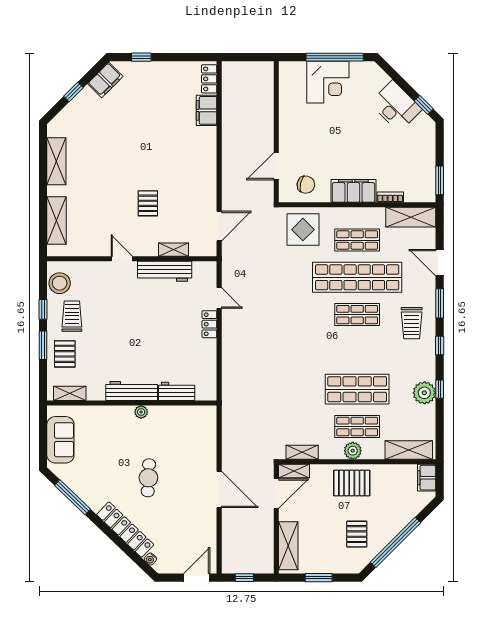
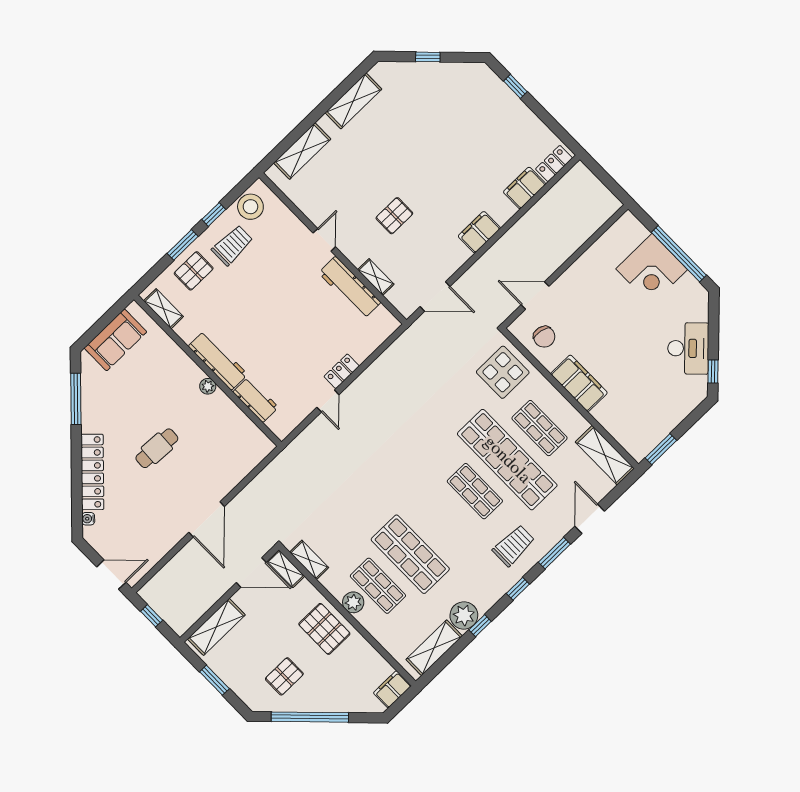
filing cabinet: (105, 80) -> (479, 232), moved, turned 135
bookcase: (390, 197) -> (605, 420), removed
door: (219, 298) -> (328, 401), moved
trolley: (412, 323) -> (514, 546), turned 180
shelving: (409, 450) -> (434, 648), moved, turned 90

